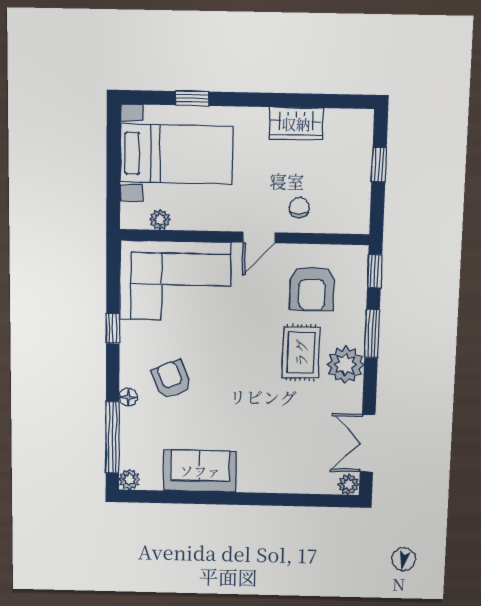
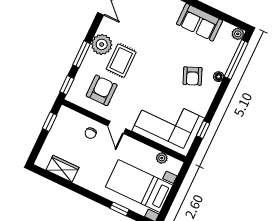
wardrobe: (296, 124) -> (63, 169), moved
window: (379, 165) -> (50, 122), moved
door: (259, 237) -> (117, 127), swing flipped
window: (113, 328) -> (203, 130), moved

